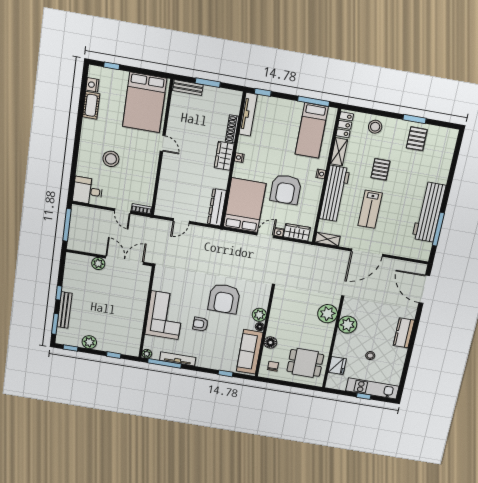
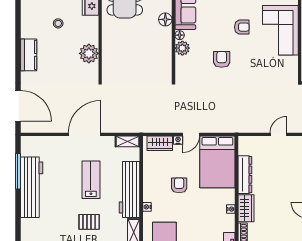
pallet: (380, 169) -> (89, 222), turned 90
armchair: (286, 189) -> (179, 185), width x0.53, depth x0.53
dresser: (217, 207) -> (245, 175), moved
armchair: (224, 299) -> (222, 59), width x0.53, depth x0.53
plant: (328, 314) -> (112, 62), removed

